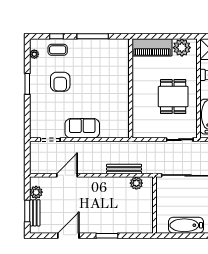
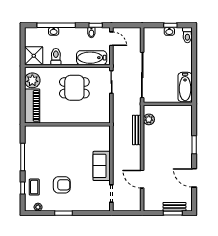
plant: (36, 192) -> (157, 206), removed
bathtub: (186, 225) -> (185, 87), moved

